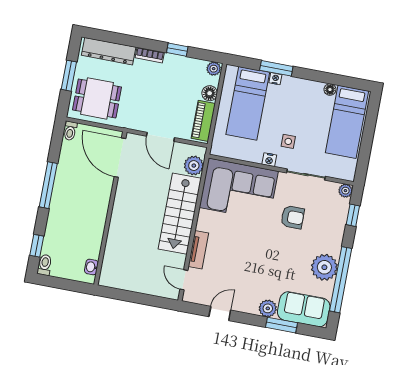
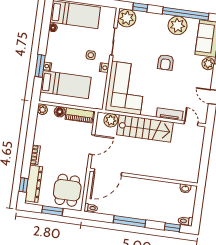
window: (177, 50) -> (24, 185), moved
plant: (345, 191) -> (127, 18), width x1.87, depth x1.87
armchair: (293, 217) -> (166, 62), moved, turned 180
door: (184, 280) -> (191, 123), swing flipped

